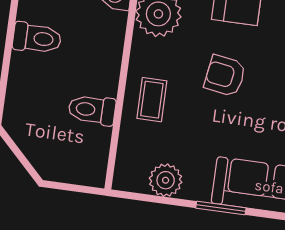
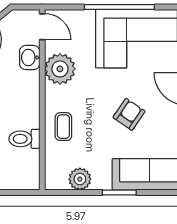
armchair: (225, 76) -> (129, 114), moved, turned 115

